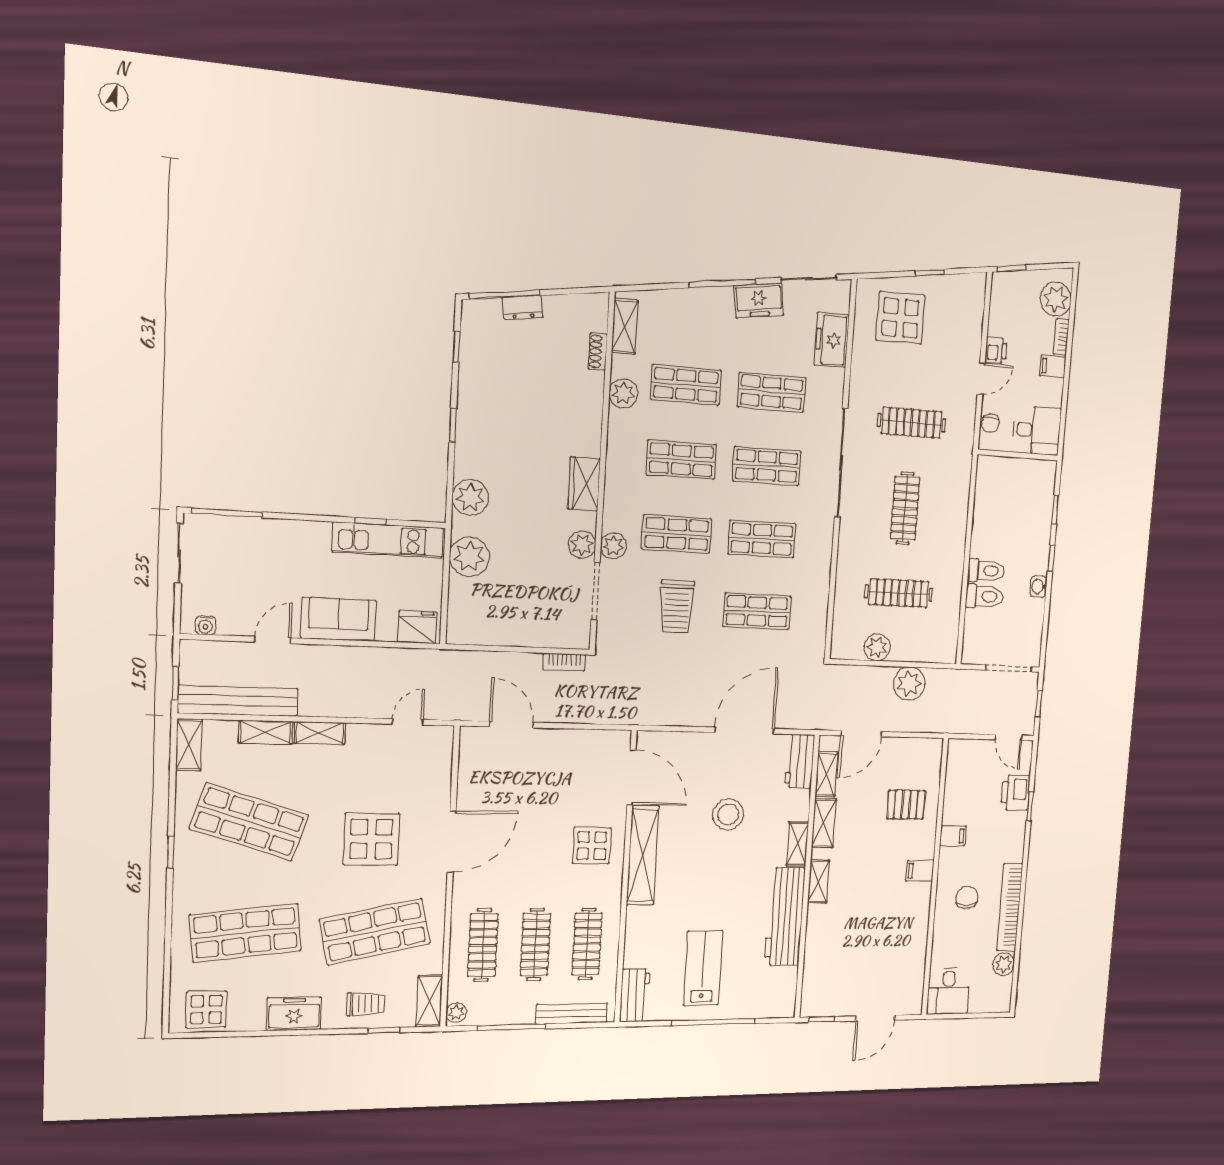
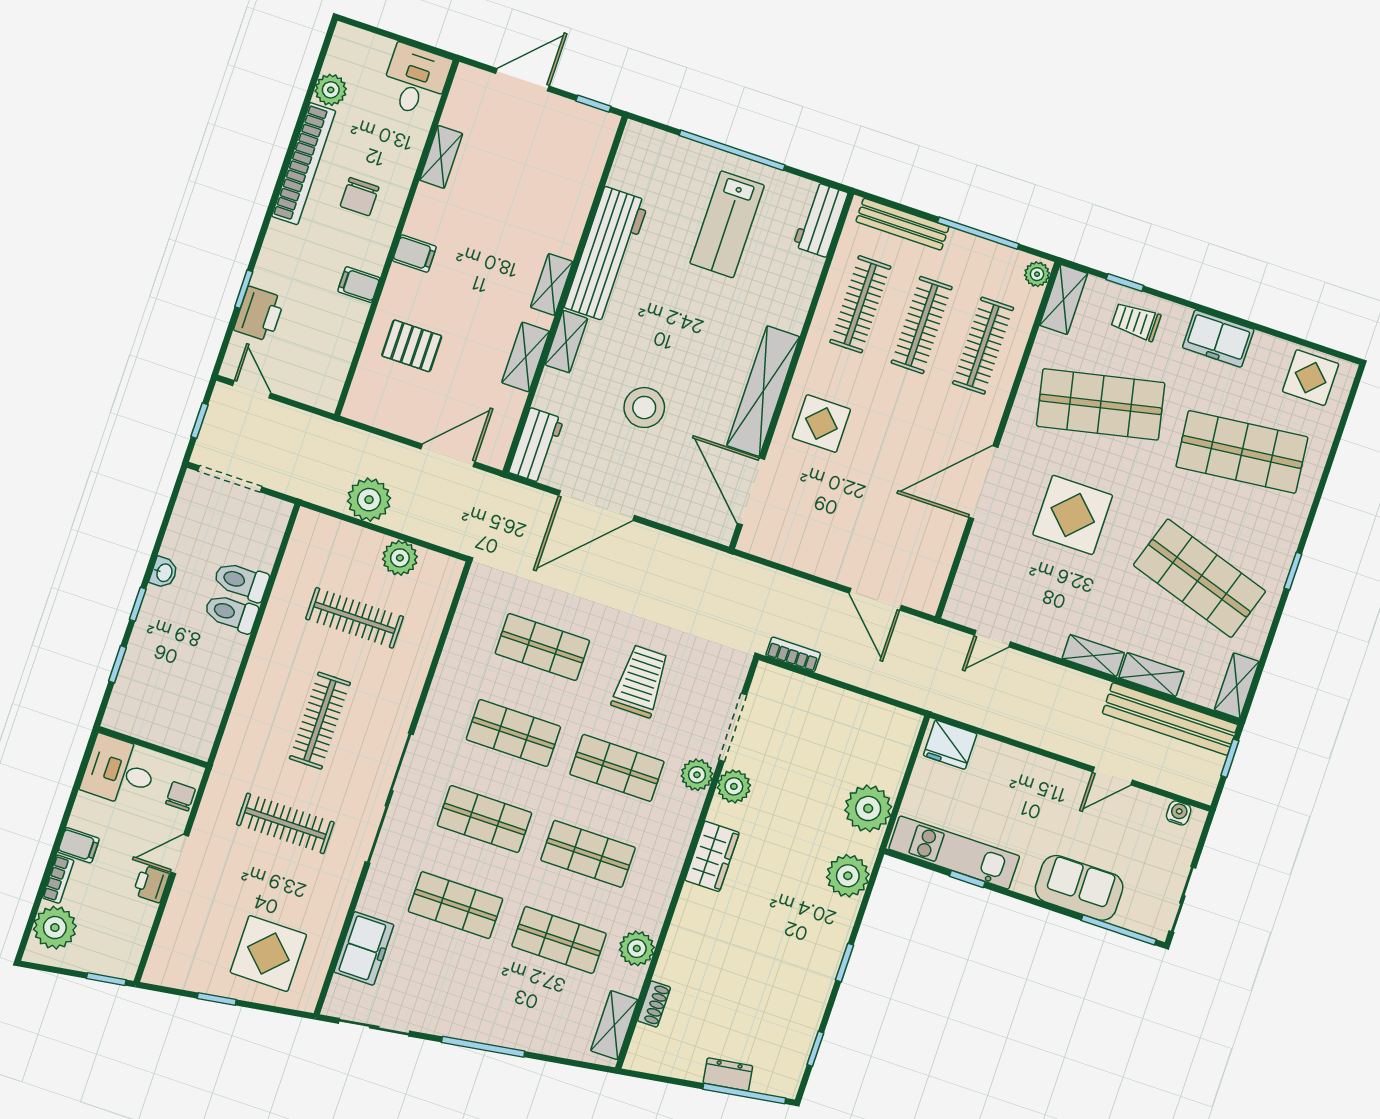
freezer: (759, 301) -> (444, 1016), removed
sofa: (339, 619) -> (1079, 888), moved, turned 180
shelving: (826, 774) -> (441, 157), moved

